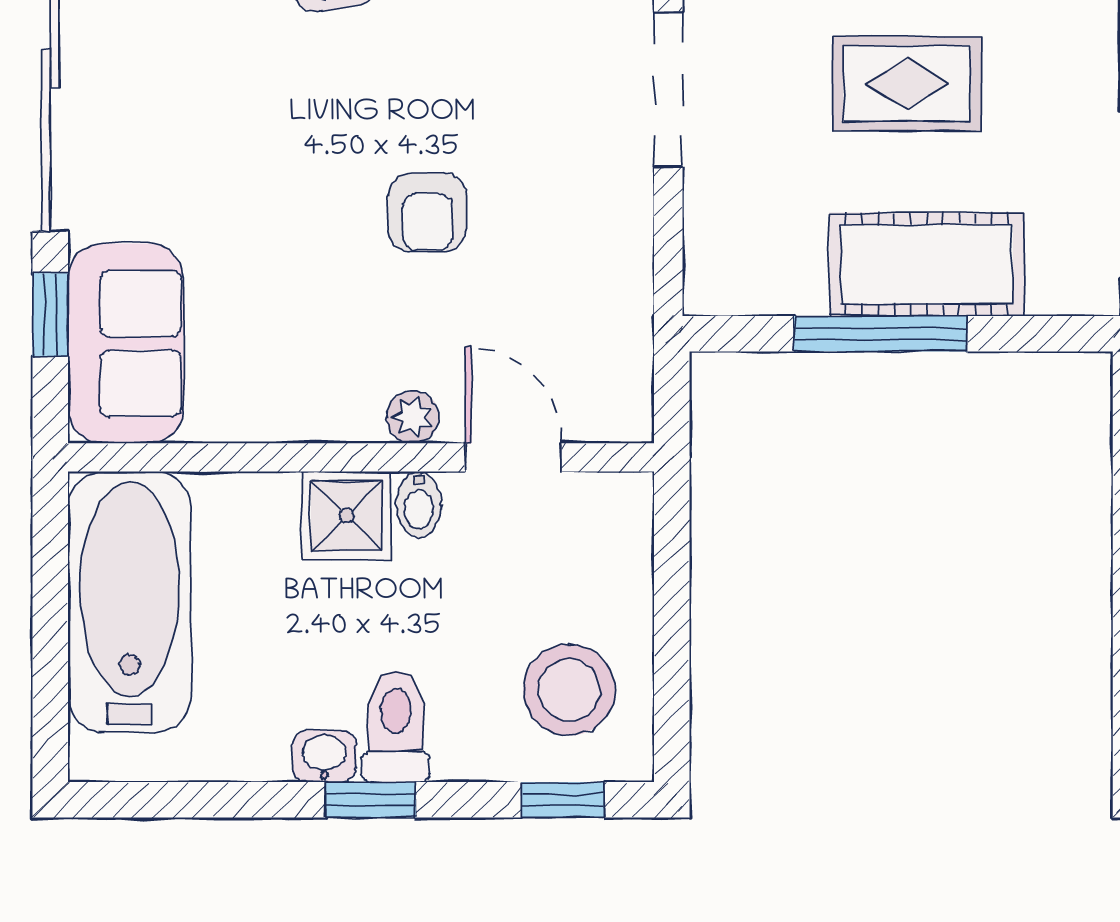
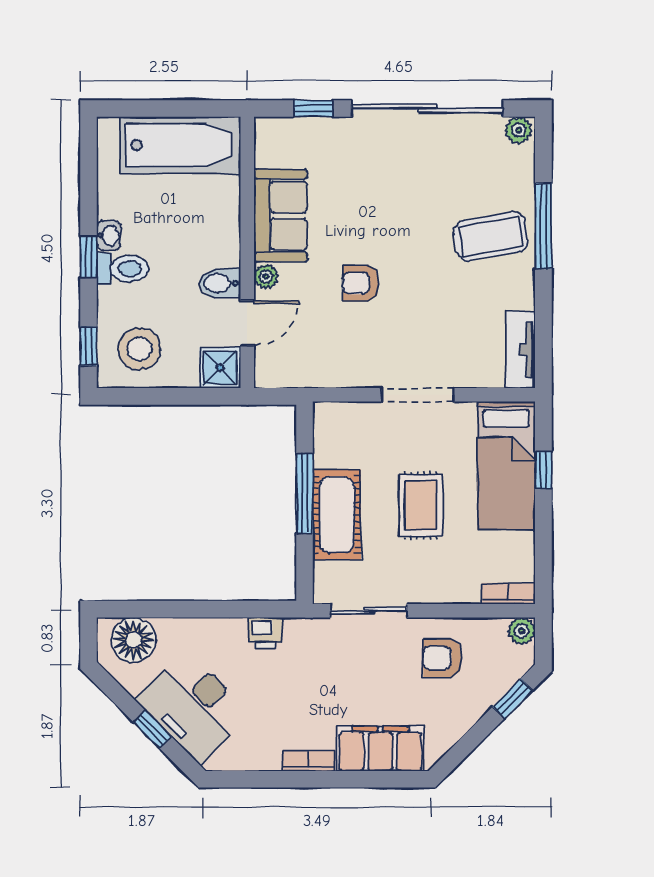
sofa: (126, 343) -> (280, 215), moved, turned -90
bidet: (419, 504) -> (220, 283), width x1.38, depth x1.36
shower: (346, 516) -> (220, 368), moved

